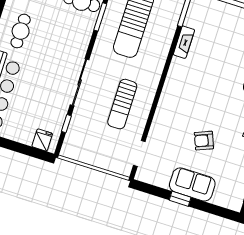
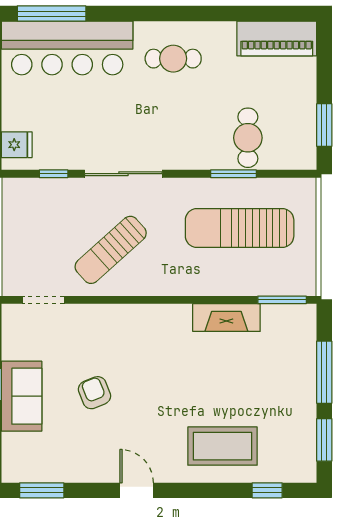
fireplace: (184, 42) -> (226, 318), width x1.37, depth x1.32
sun lounger: (122, 104) -> (111, 250), turned -42

